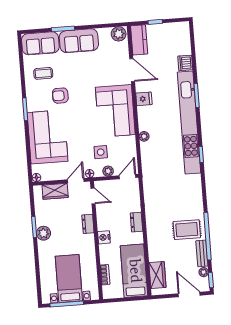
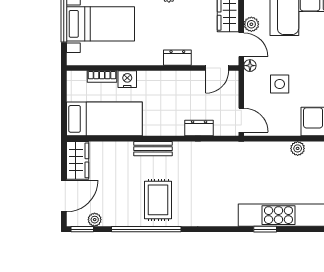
plant: (108, 171) -> (251, 24), moved
dresser: (136, 222) -> (199, 128), moved
nightstand: (104, 237) -> (127, 79), moved
bench: (202, 253) -> (153, 149), moved
wardrobe: (157, 275) -> (78, 160), moved, turned -90

